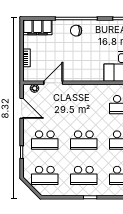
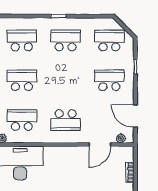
school desk: (84, 140) -> (66, 120), moved, turned 180

